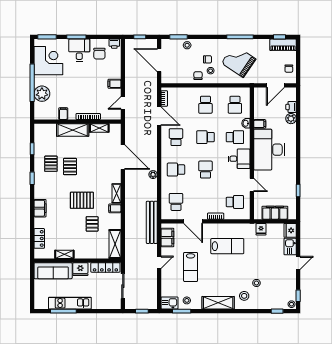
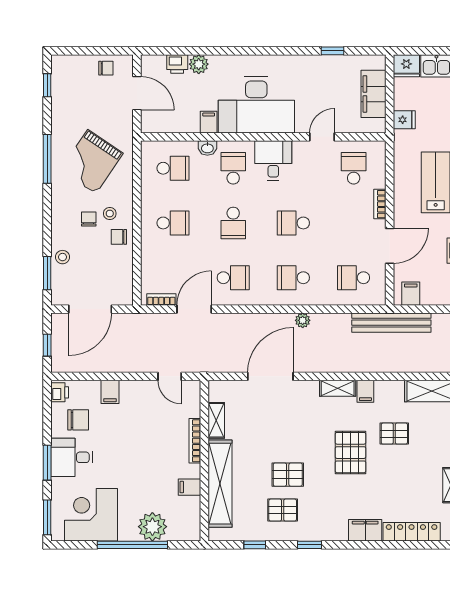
piano: (283, 45) -> (62, 79), removed
filing cabinet: (114, 84) -> (110, 392), moved
shelving: (73, 130) -> (220, 484), width x1.47
school desk: (176, 137) -> (233, 278), turned 180
school desk: (176, 170) -> (293, 278), turned 90
filing cabinet: (167, 237) -> (411, 294), width x0.50
locker: (39, 238) -> (412, 532), width x1.53

